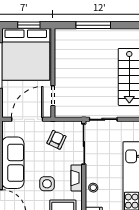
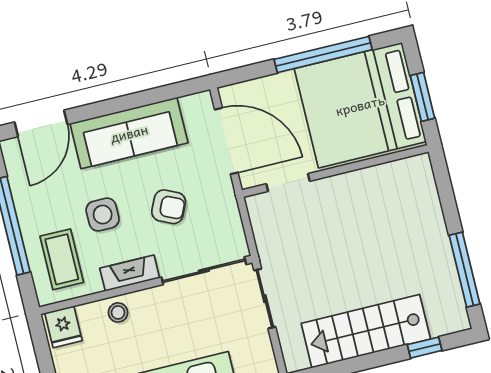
window: (93, 25) -> (465, 270), moved
armchair: (56, 140) -> (169, 207), moved

